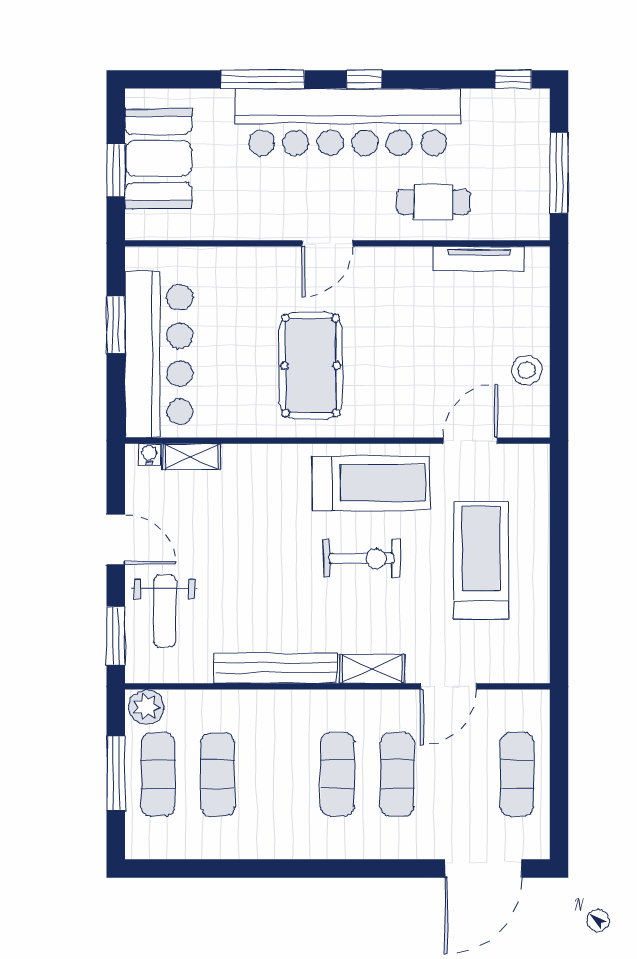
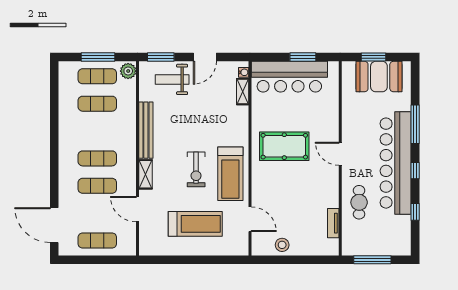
window: (513, 79) -> (415, 212), moved
tv unit: (479, 259) -> (333, 223), width x0.71

